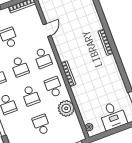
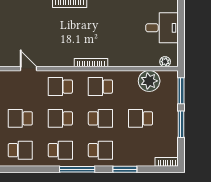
school desk: (43, 58) -> (60, 87), turned 180
school desk: (20, 67) -> (60, 118), turned 180
plant: (66, 108) -> (149, 81), moved

